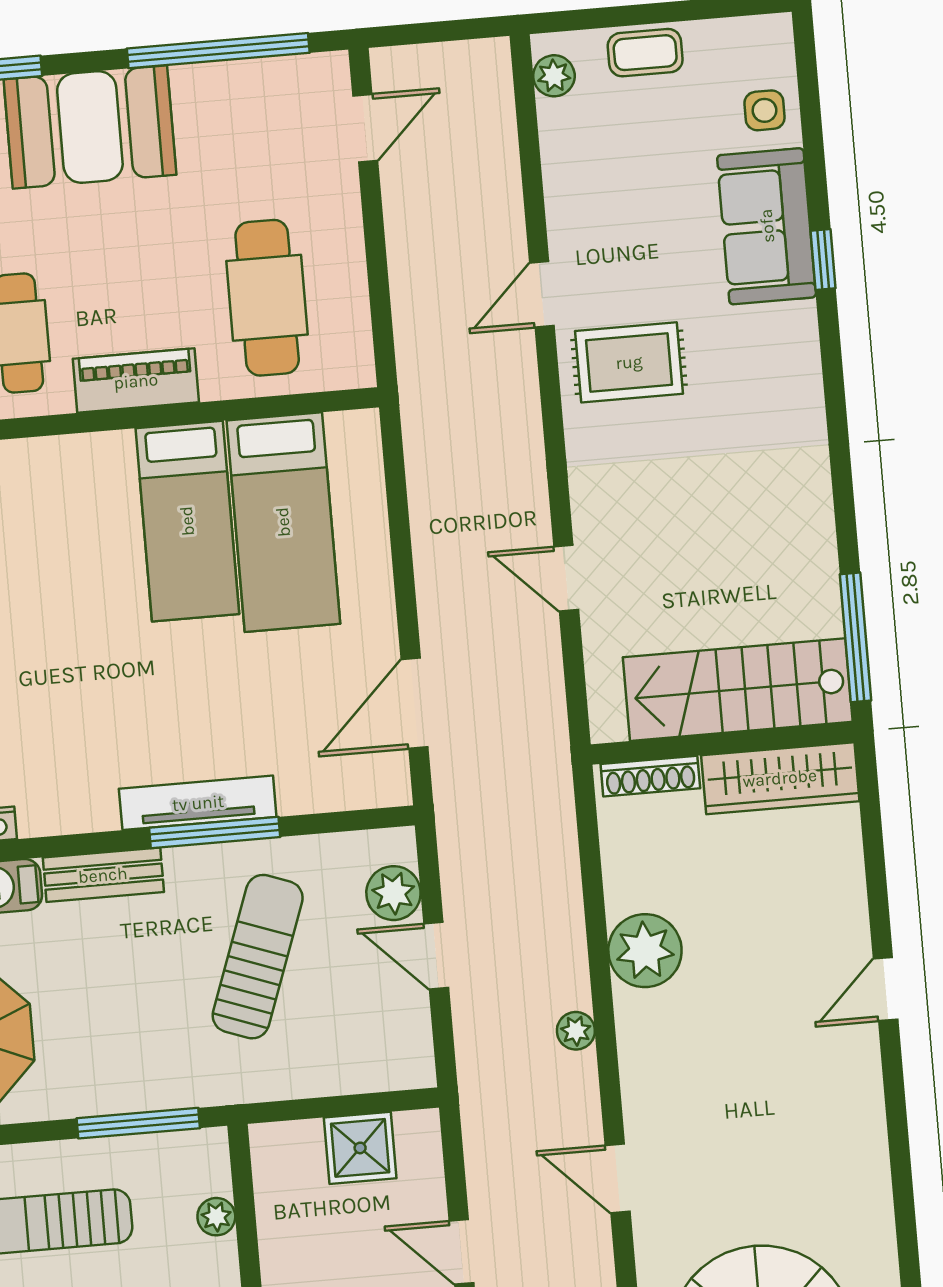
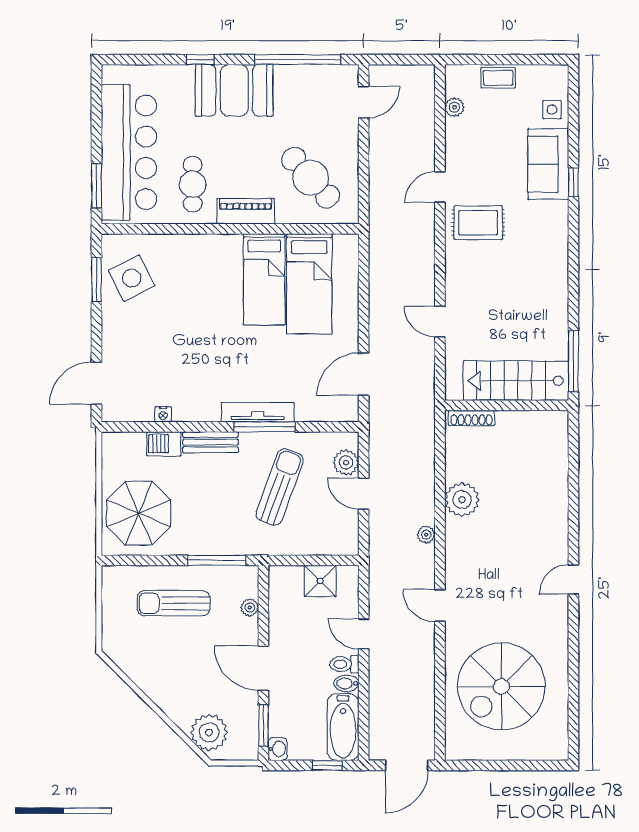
plant: (554, 76) -> (454, 107), moved
cafe table: (267, 298) -> (311, 178), turned -42
wardrobe: (780, 778) -> (532, 424), removed
door: (886, 989) -> (573, 579), moved

